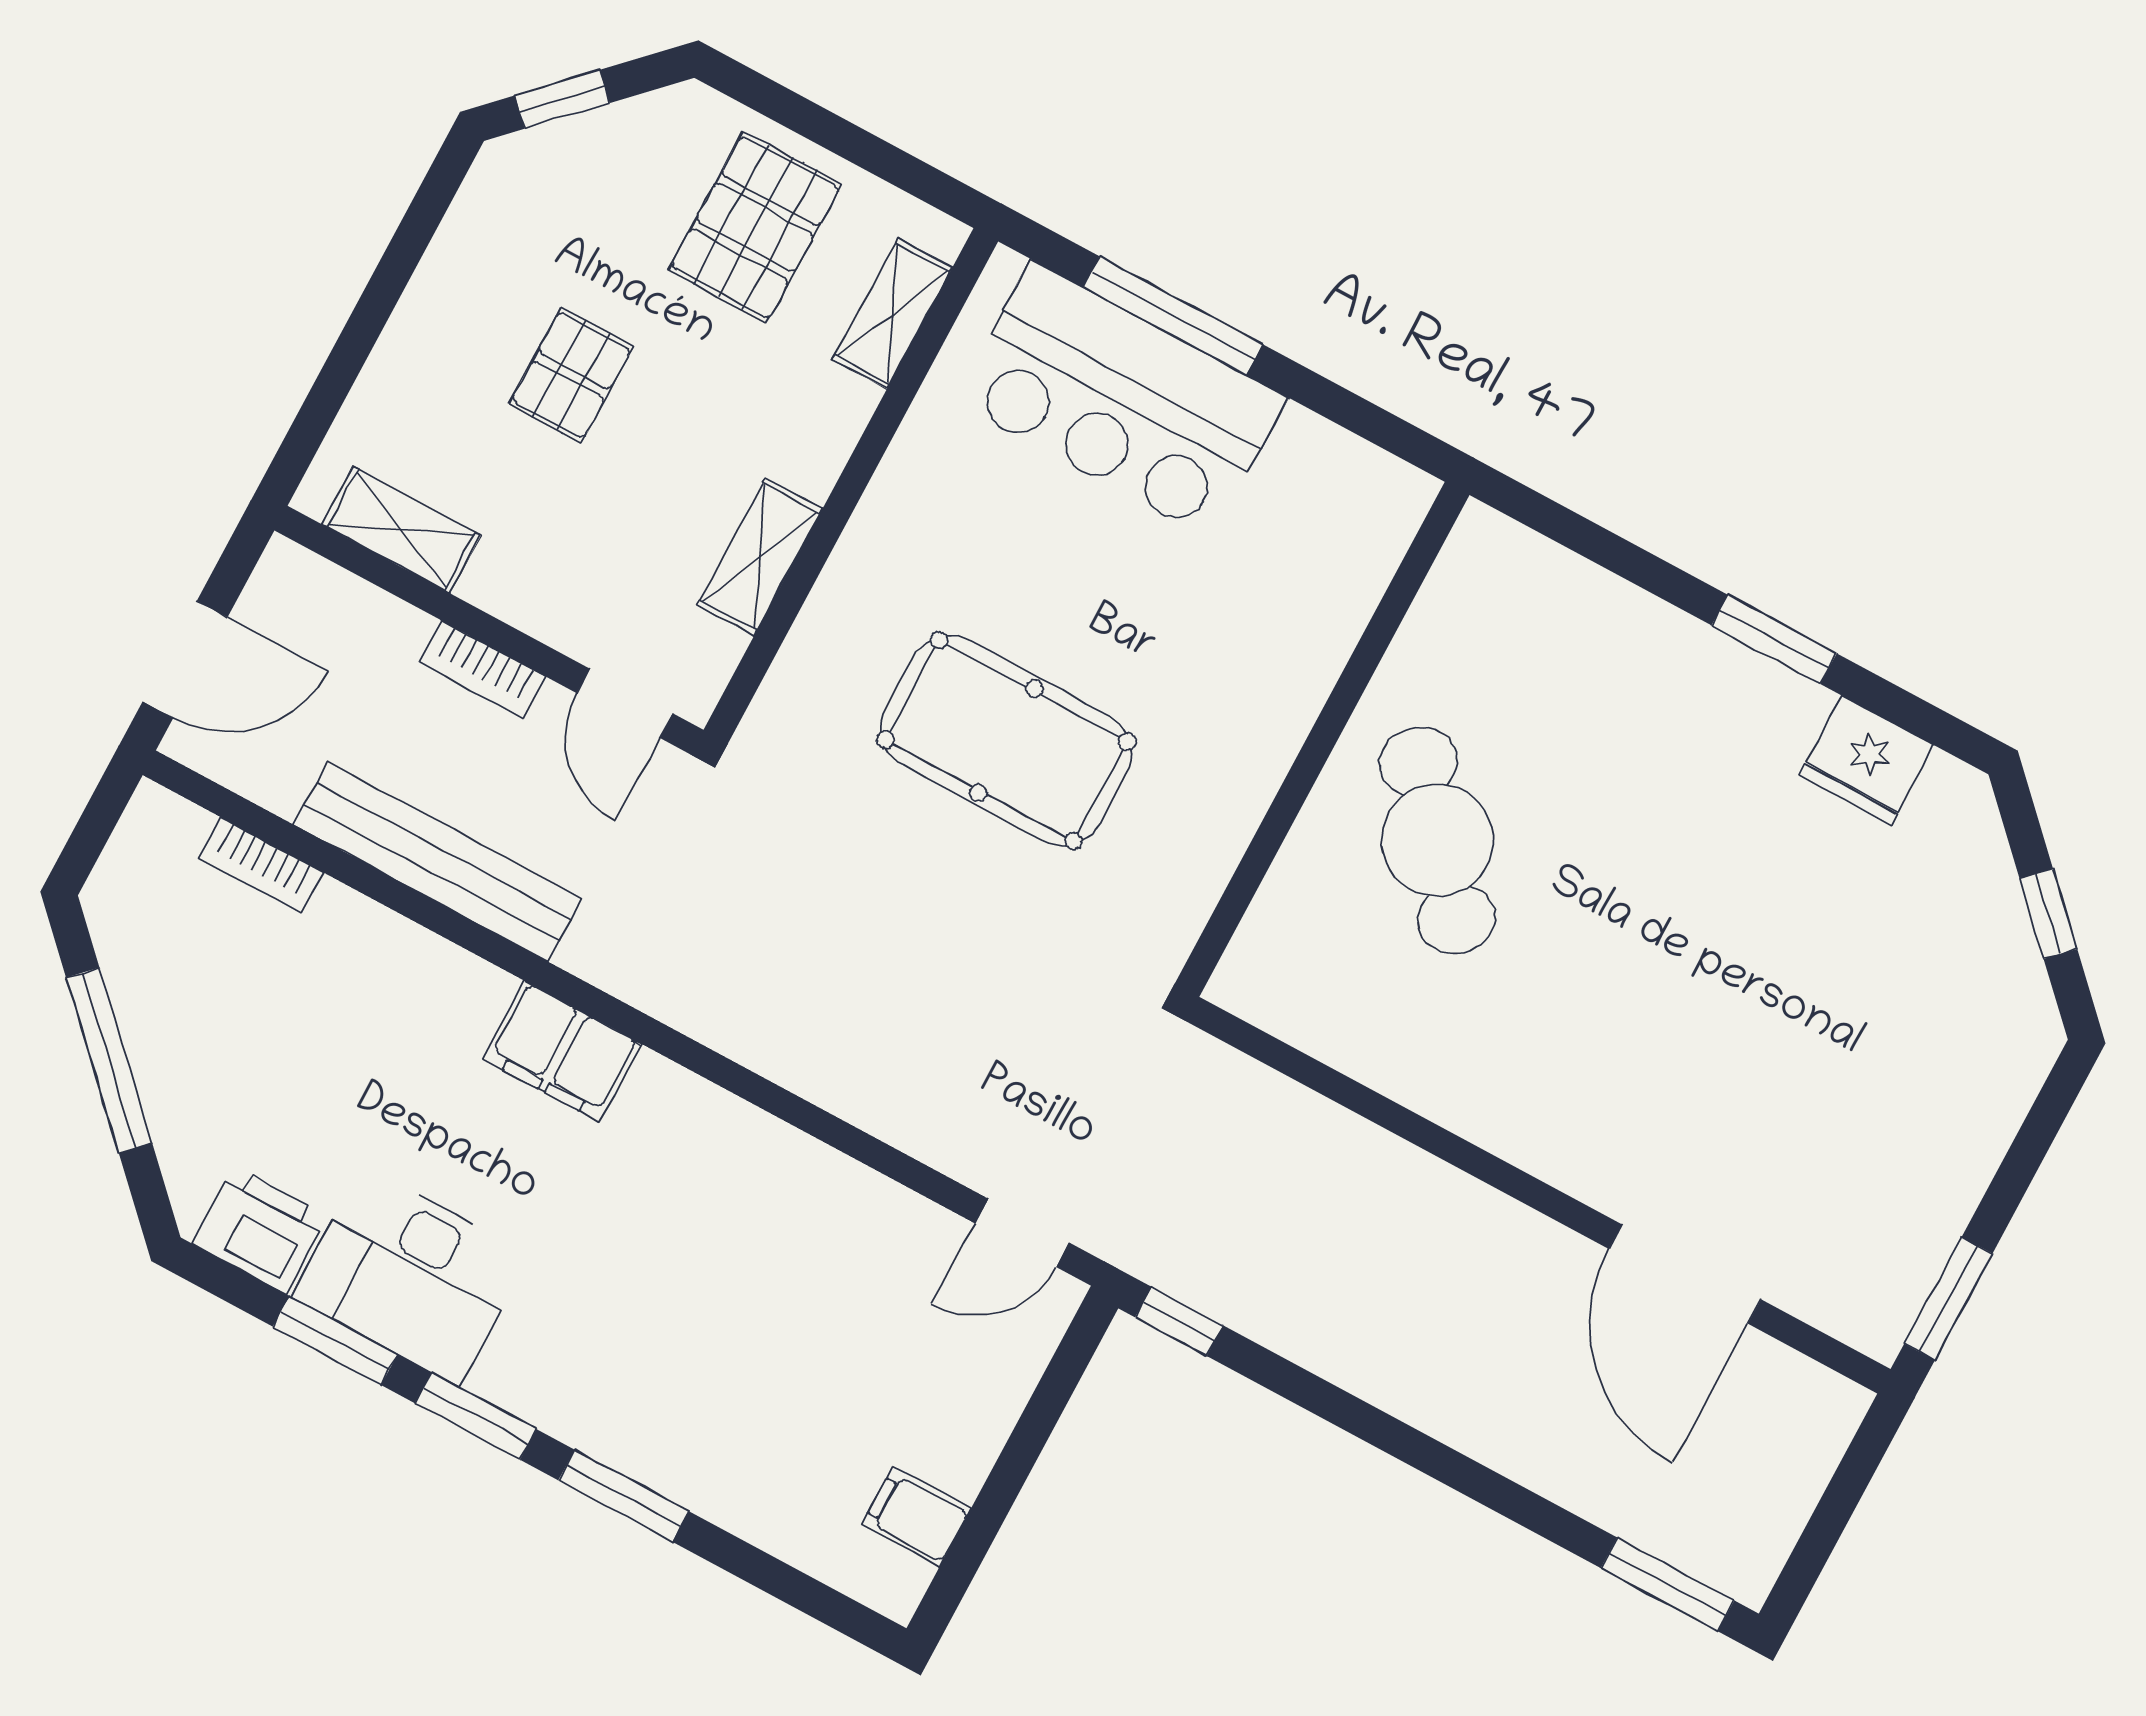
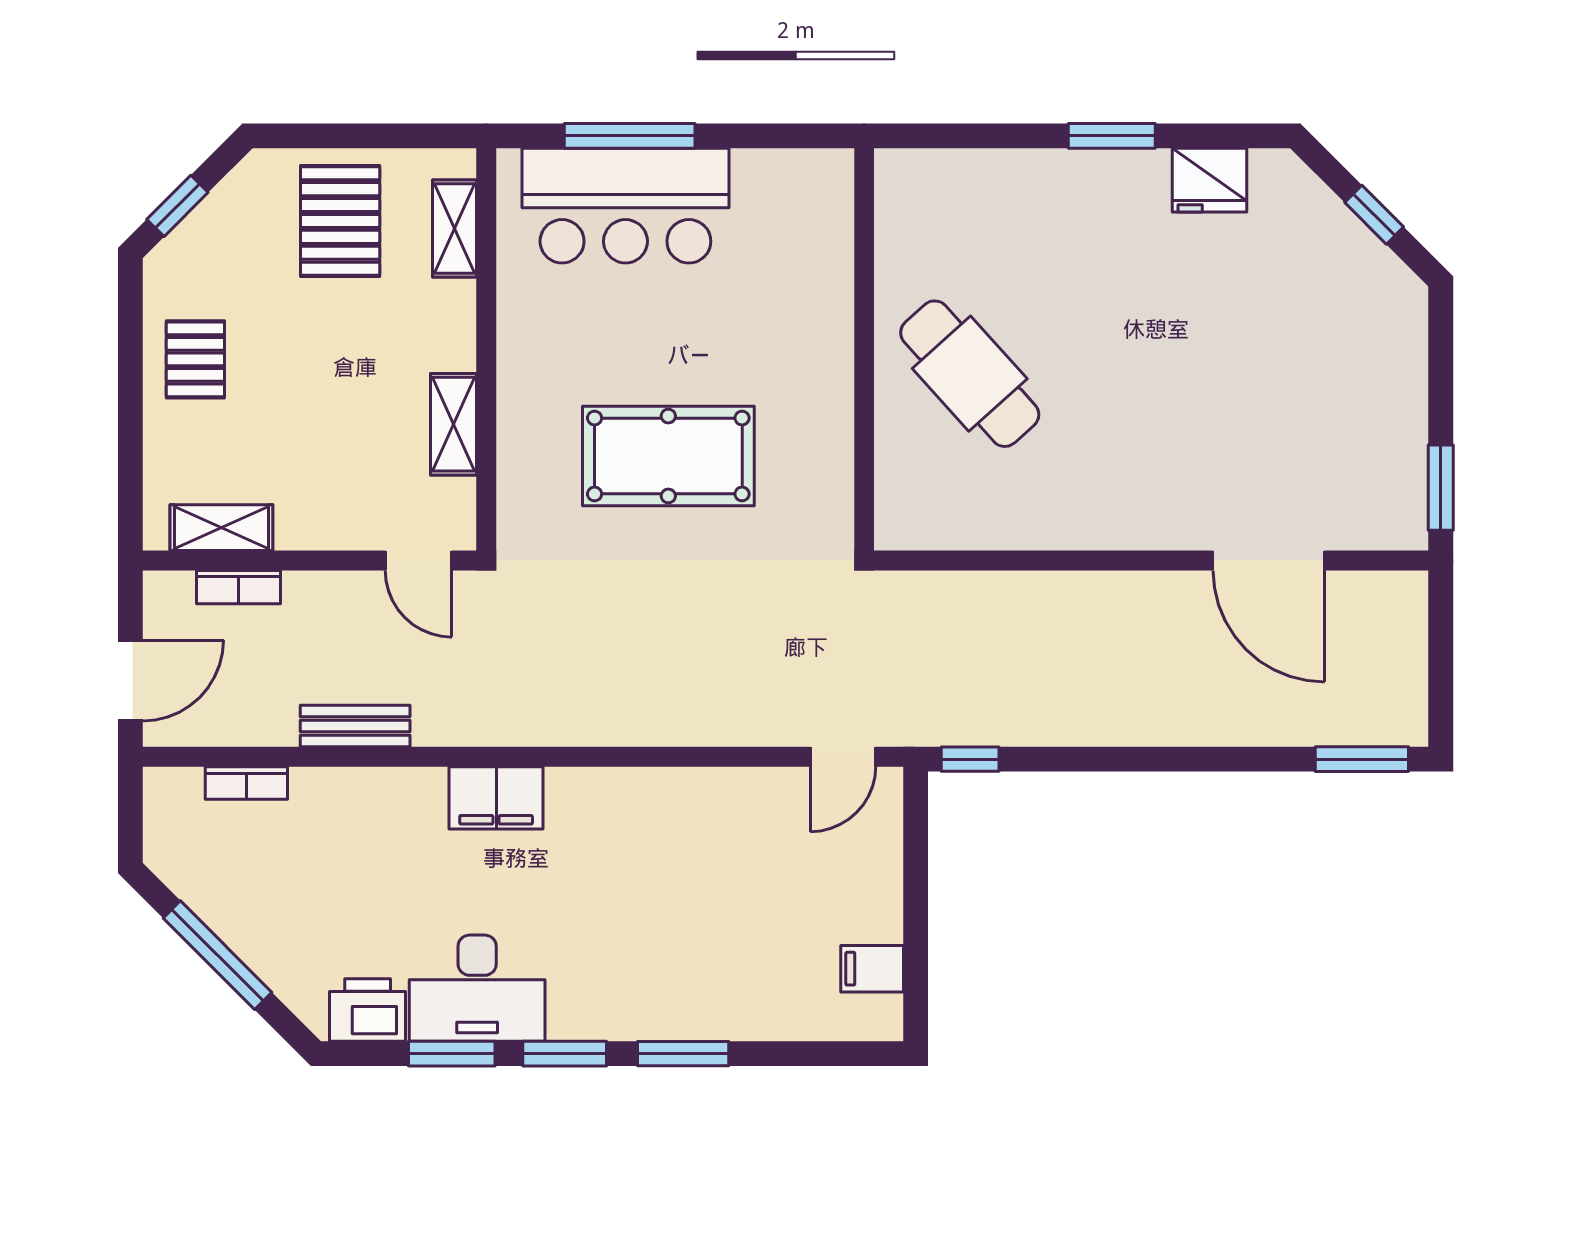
pallet: (571, 375) -> (195, 359), moved
bookcase: (482, 669) -> (239, 587), moved
bench: (438, 861) -> (355, 726), width x0.54, depth x0.82

